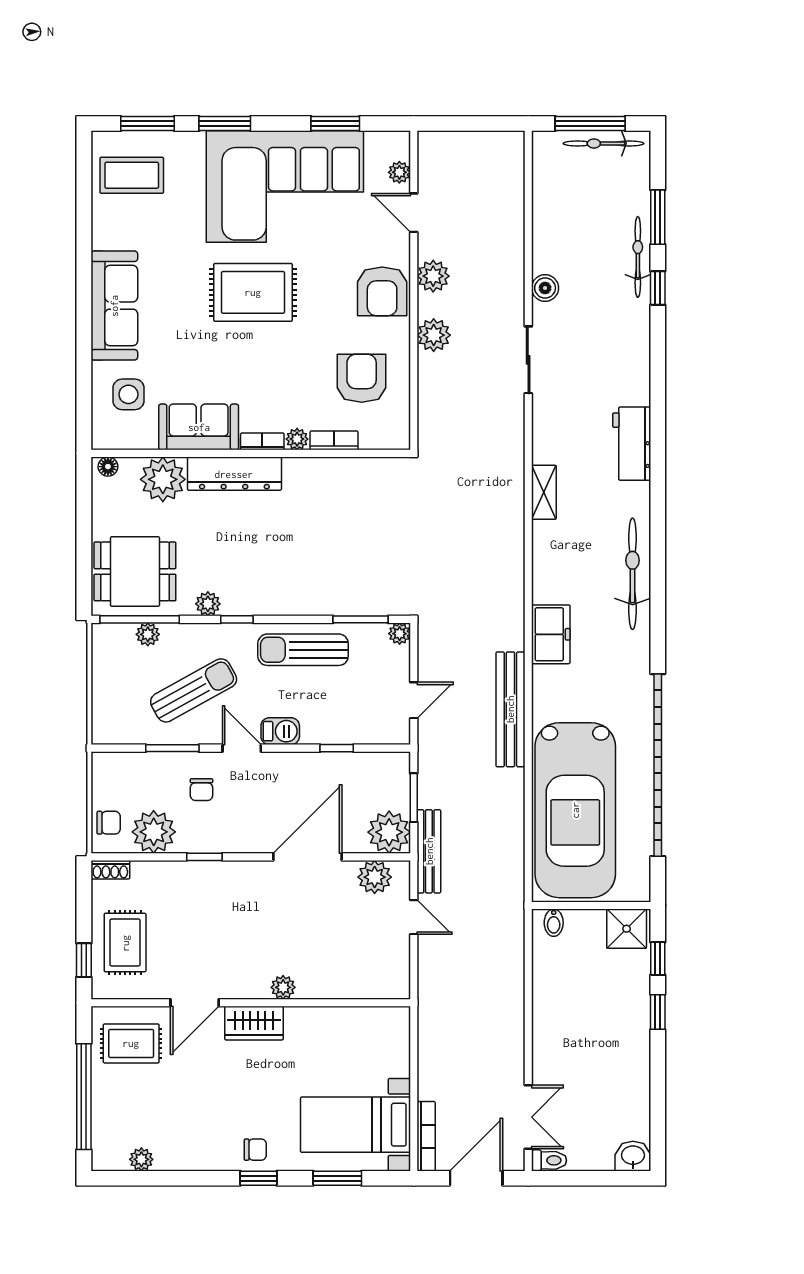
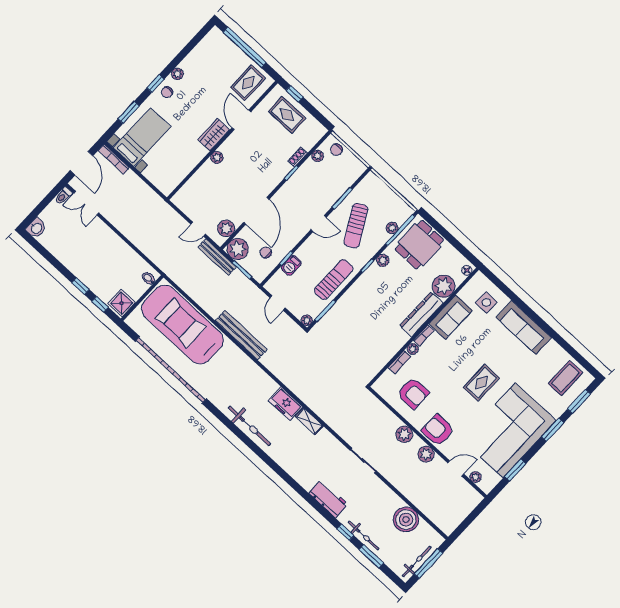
boiler: (545, 288) -> (406, 520), moved, width x1.86, depth x1.86
rug: (253, 292) -> (481, 383), width x0.73, depth x0.70
workbench: (632, 444) -> (328, 499), moved
freezer: (551, 634) -> (285, 404), moved
barbecue: (280, 731) -> (291, 265), moved
chair: (201, 790) -> (266, 252), moved
plant: (154, 832) -> (317, 156), width x0.53, depth x0.53
shoe rack: (110, 870) -> (298, 157), moved
plant: (141, 1159) -> (177, 74), moved

